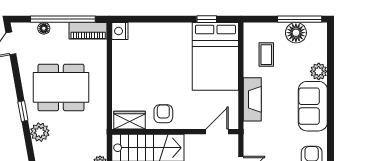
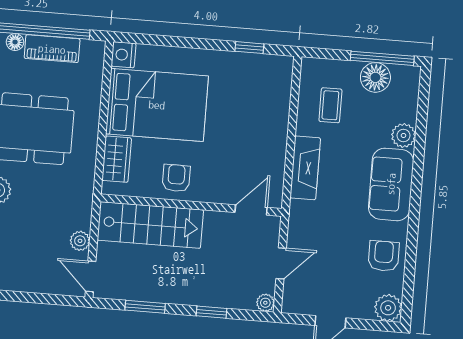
piano: (88, 31) -> (52, 49), moved
bed: (215, 56) -> (157, 105), moved, turned -90
wardrobe: (129, 120) -> (117, 159), moved, turned 90

